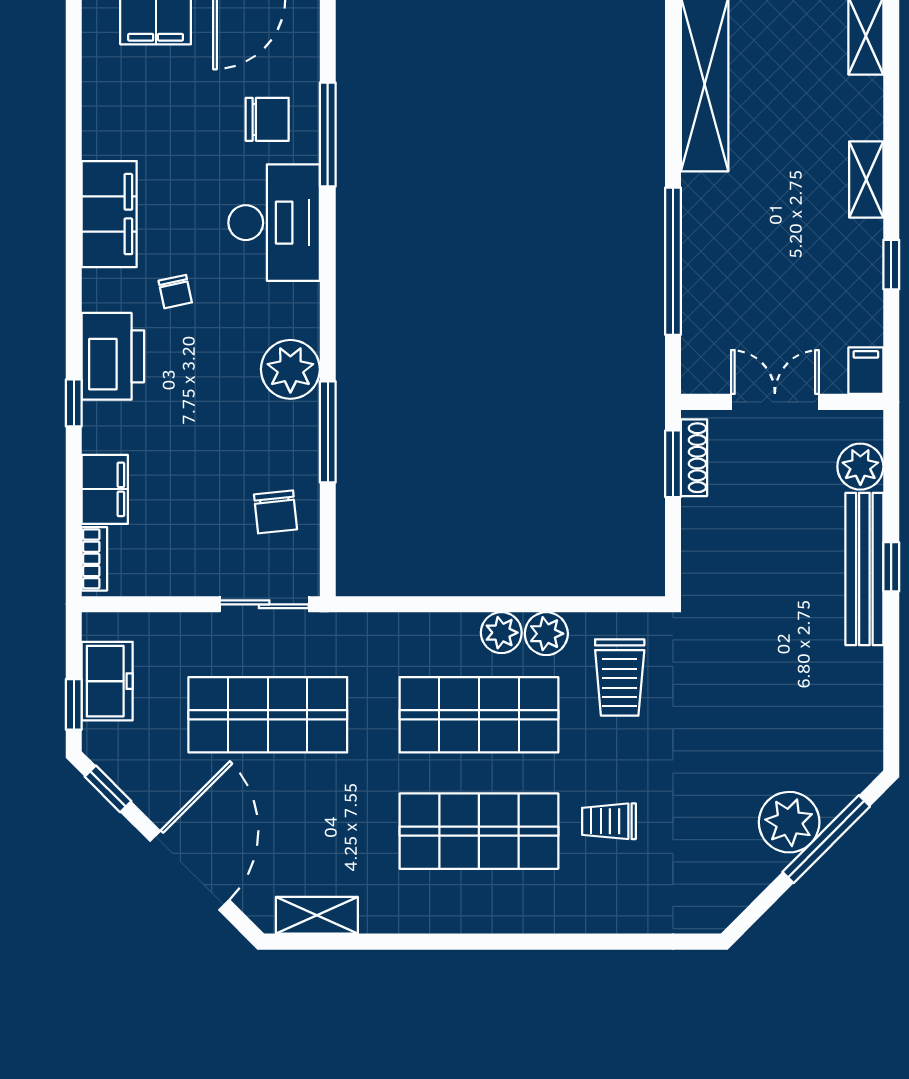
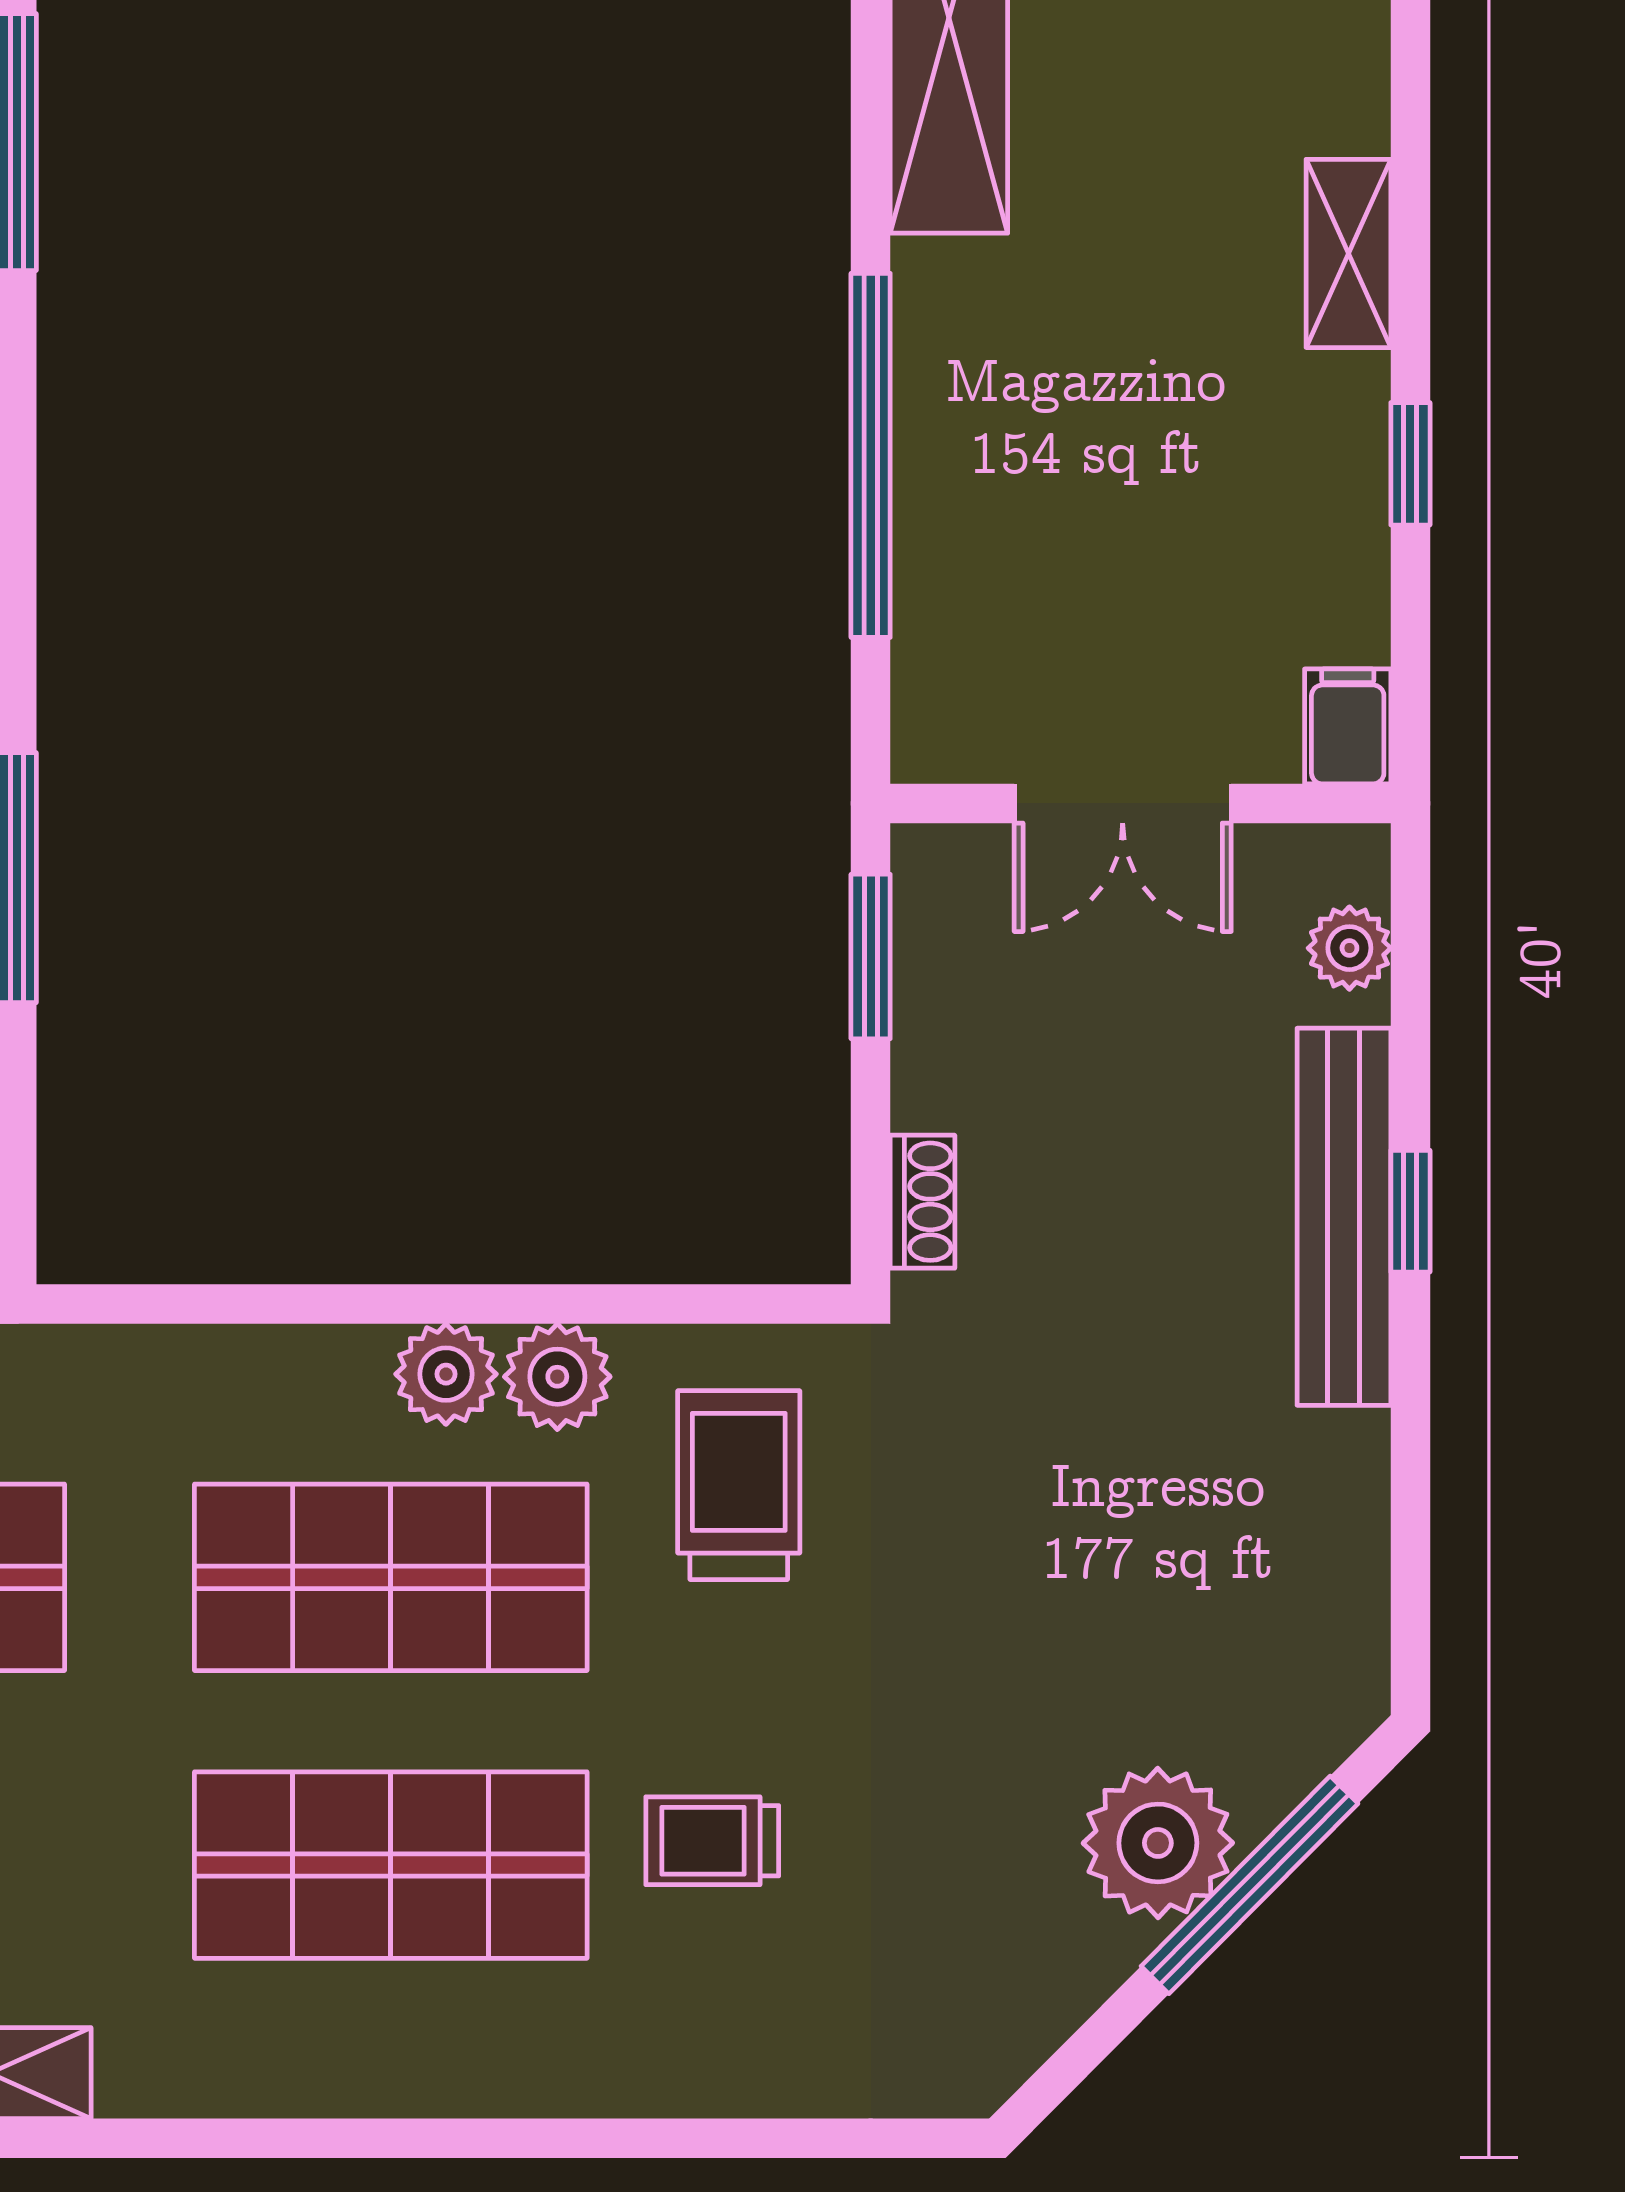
double door: (775, 402) -> (1123, 803), swing flipped
shoe rack: (694, 458) -> (922, 1202), moved, width x0.70
plant: (860, 467) -> (1349, 948), width x0.73, depth x0.73
trolley: (620, 677) -> (739, 1485), turned 180

